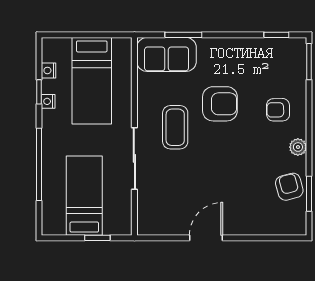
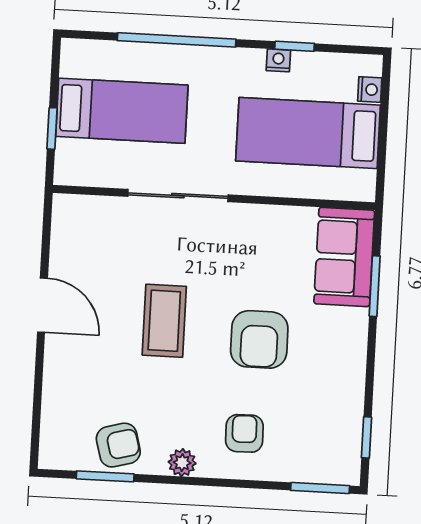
nightstand: (49, 70) -> (370, 90), moved, turned 90
coffee table: (175, 127) -> (164, 321), moved, turned 90

